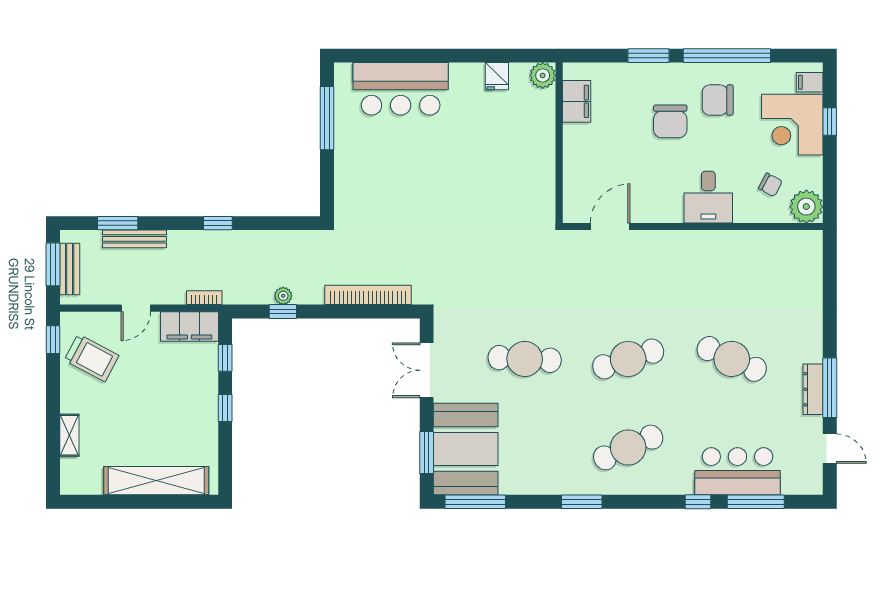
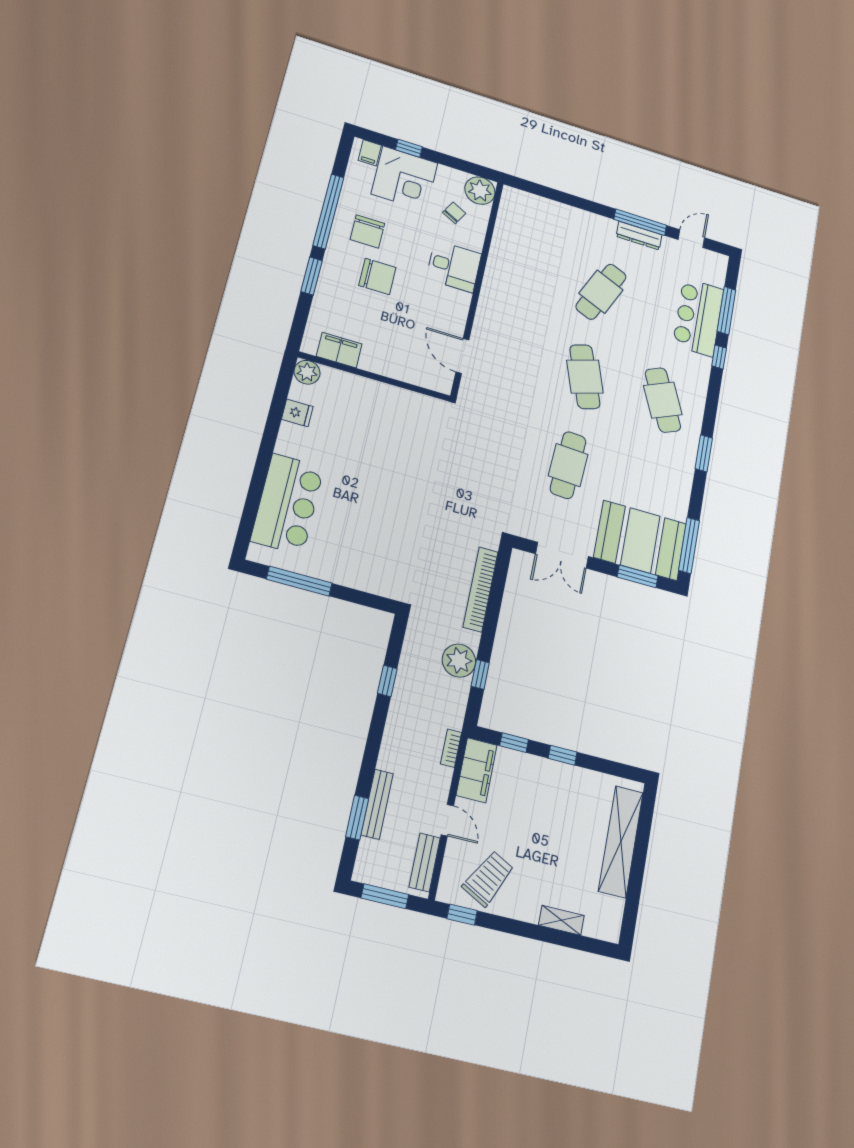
window: (218, 223) -> (387, 681), moved
bench: (70, 269) -> (425, 862), moved, turned 90
plant: (283, 296) -> (459, 661), width x1.88, depth x1.88

